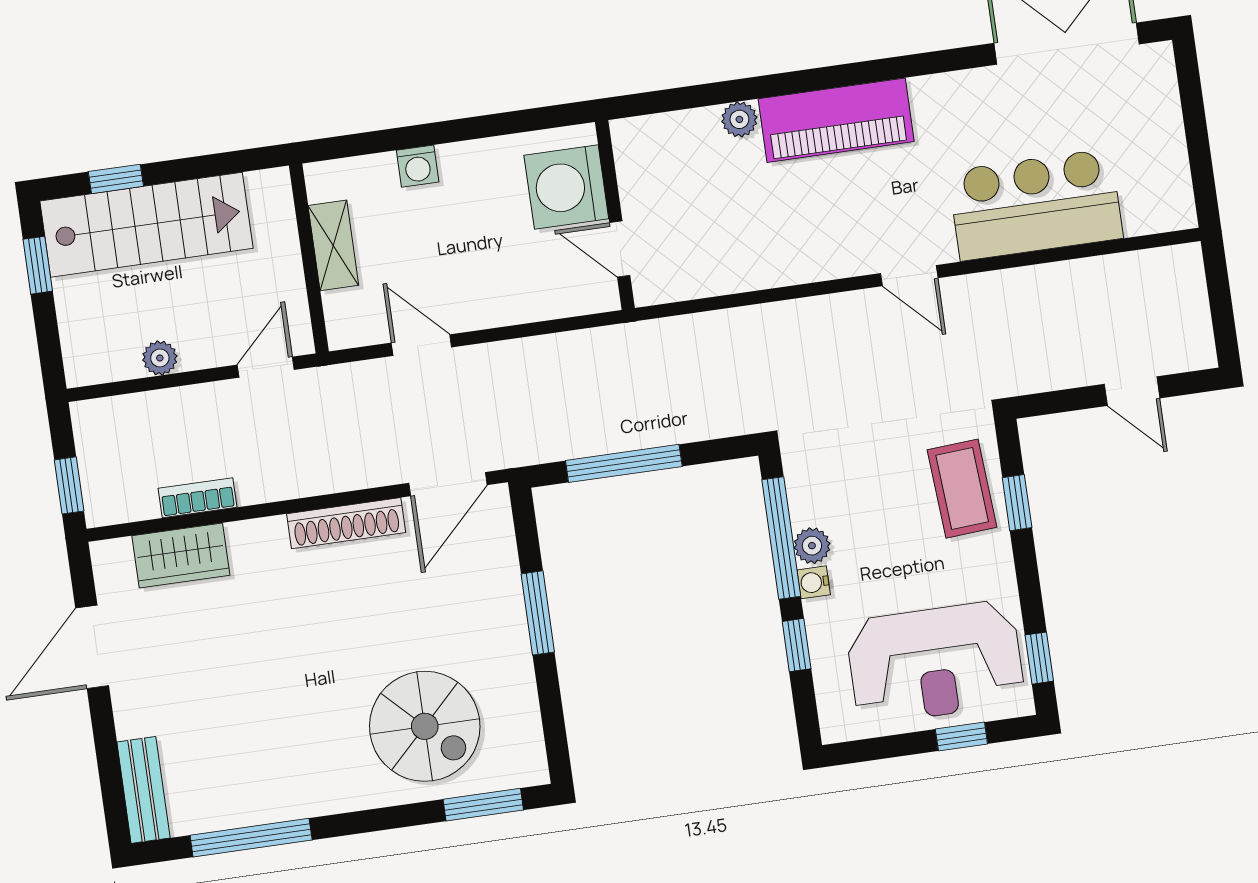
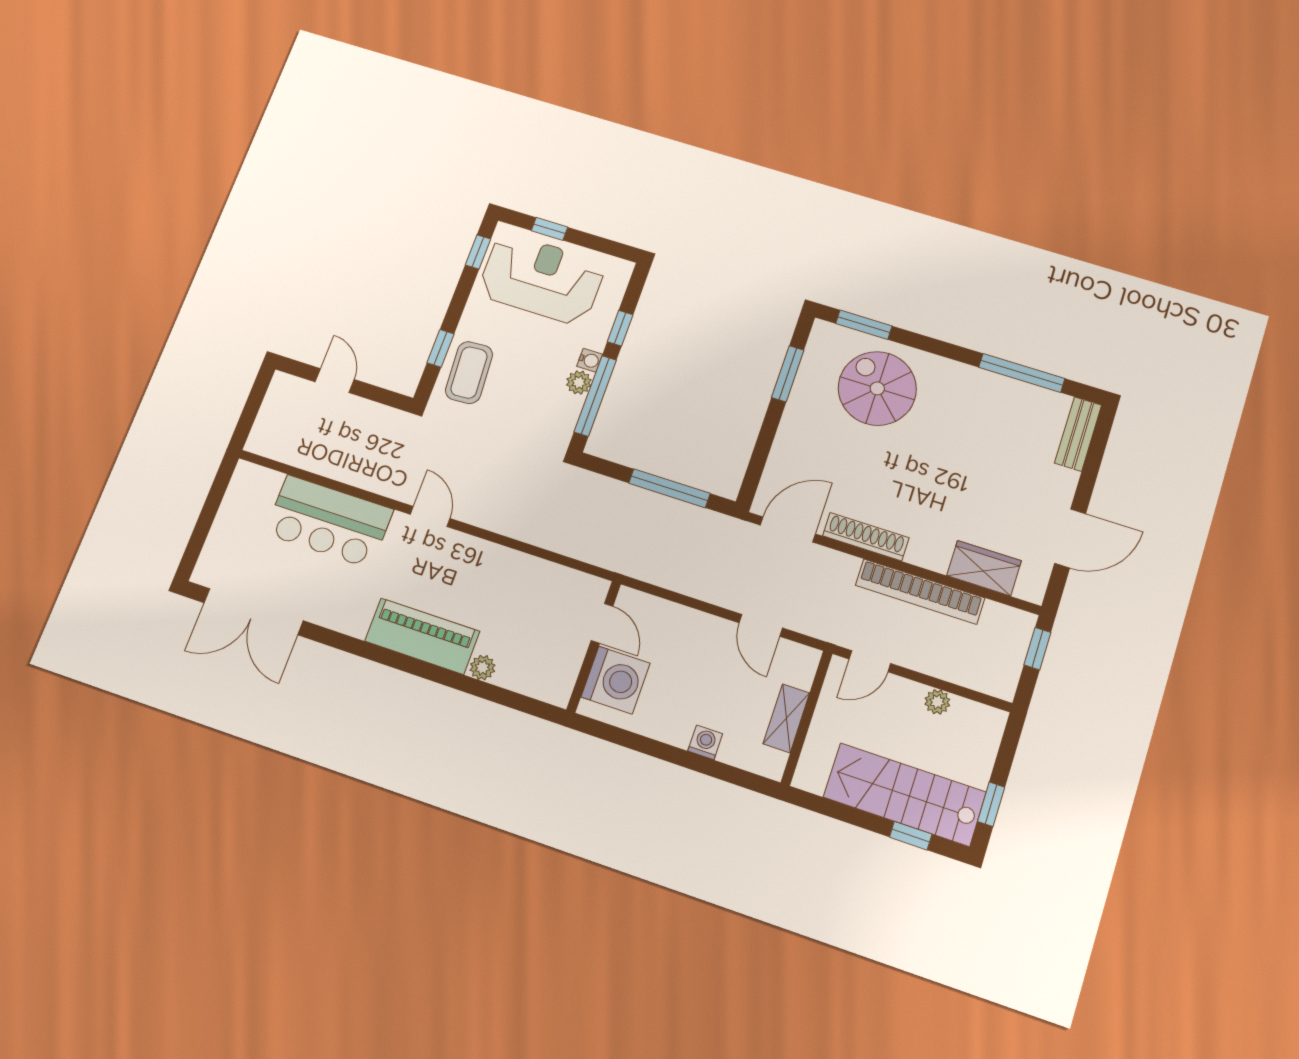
bookcase: (198, 498) -> (920, 592), width x2.31, depth x1.31
window: (538, 613) -> (788, 374), moved

